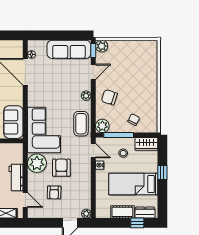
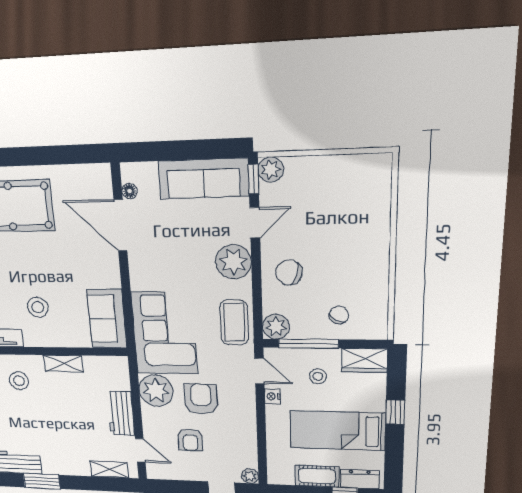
plant: (86, 96) -> (234, 262), width x1.87, depth x1.87

